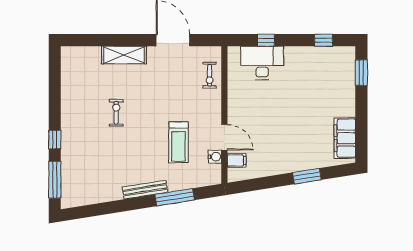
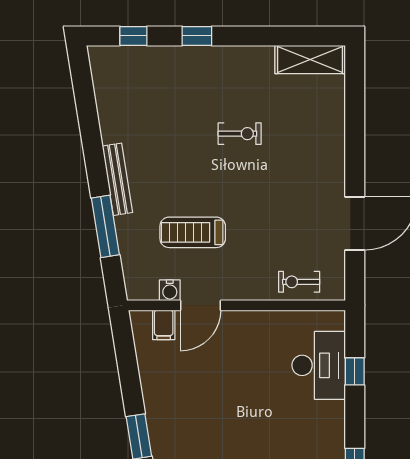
shelving: (124, 55) -> (310, 60), moved, turned 90
window: (55, 180) -> (133, 36), width x0.46

